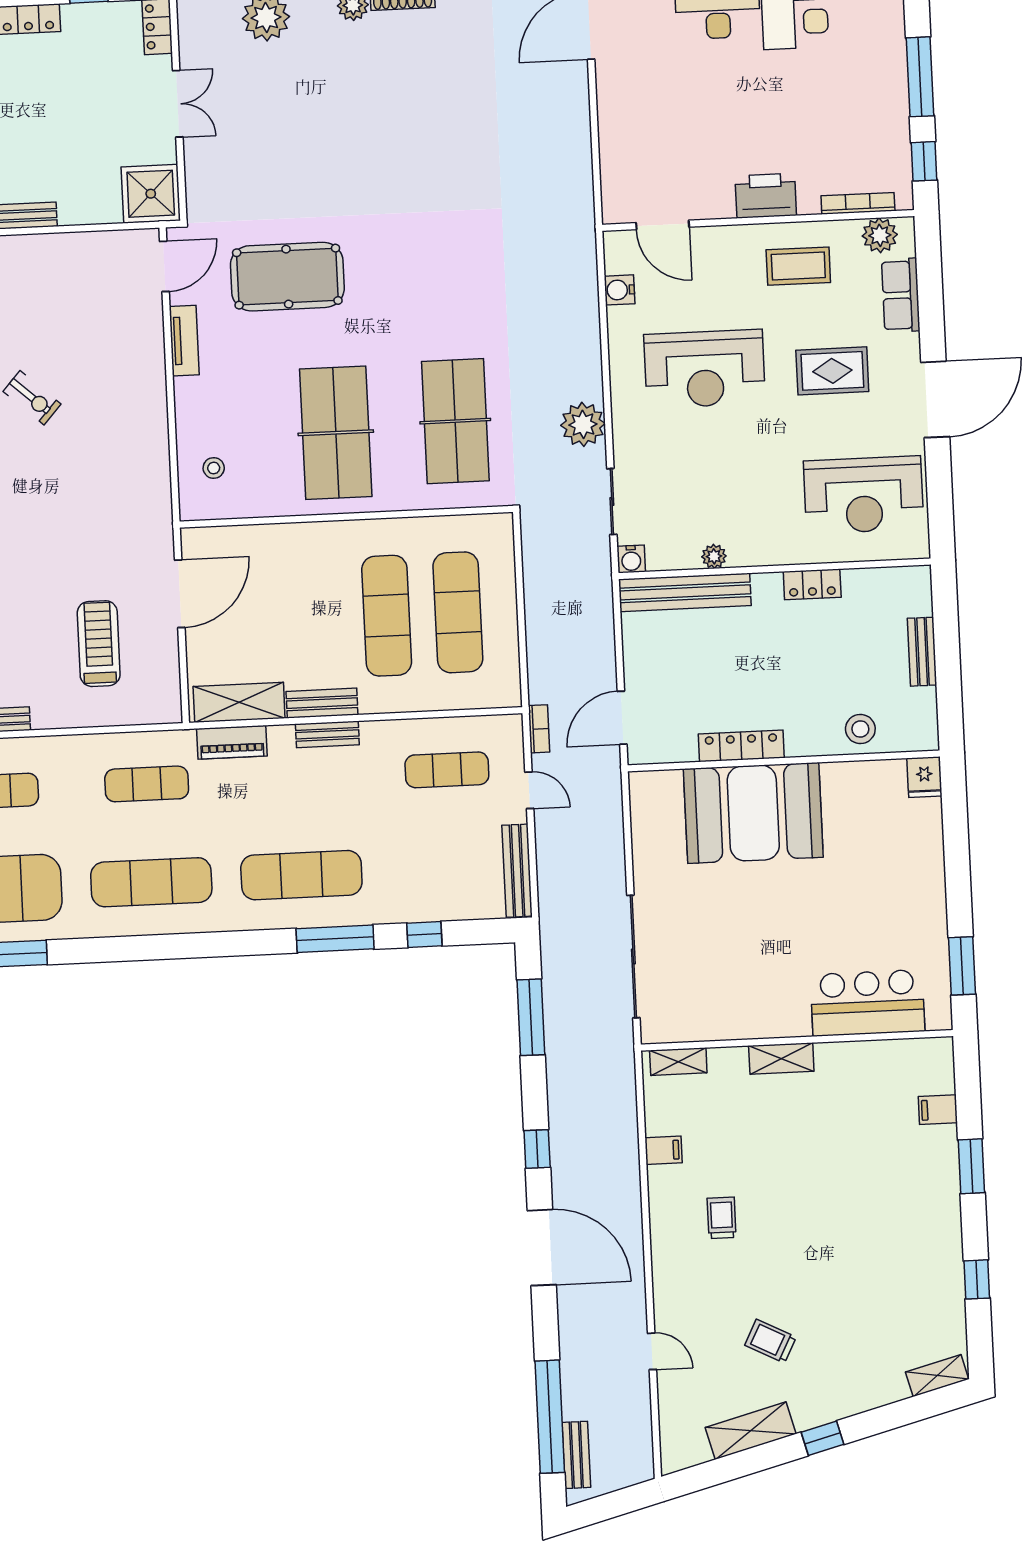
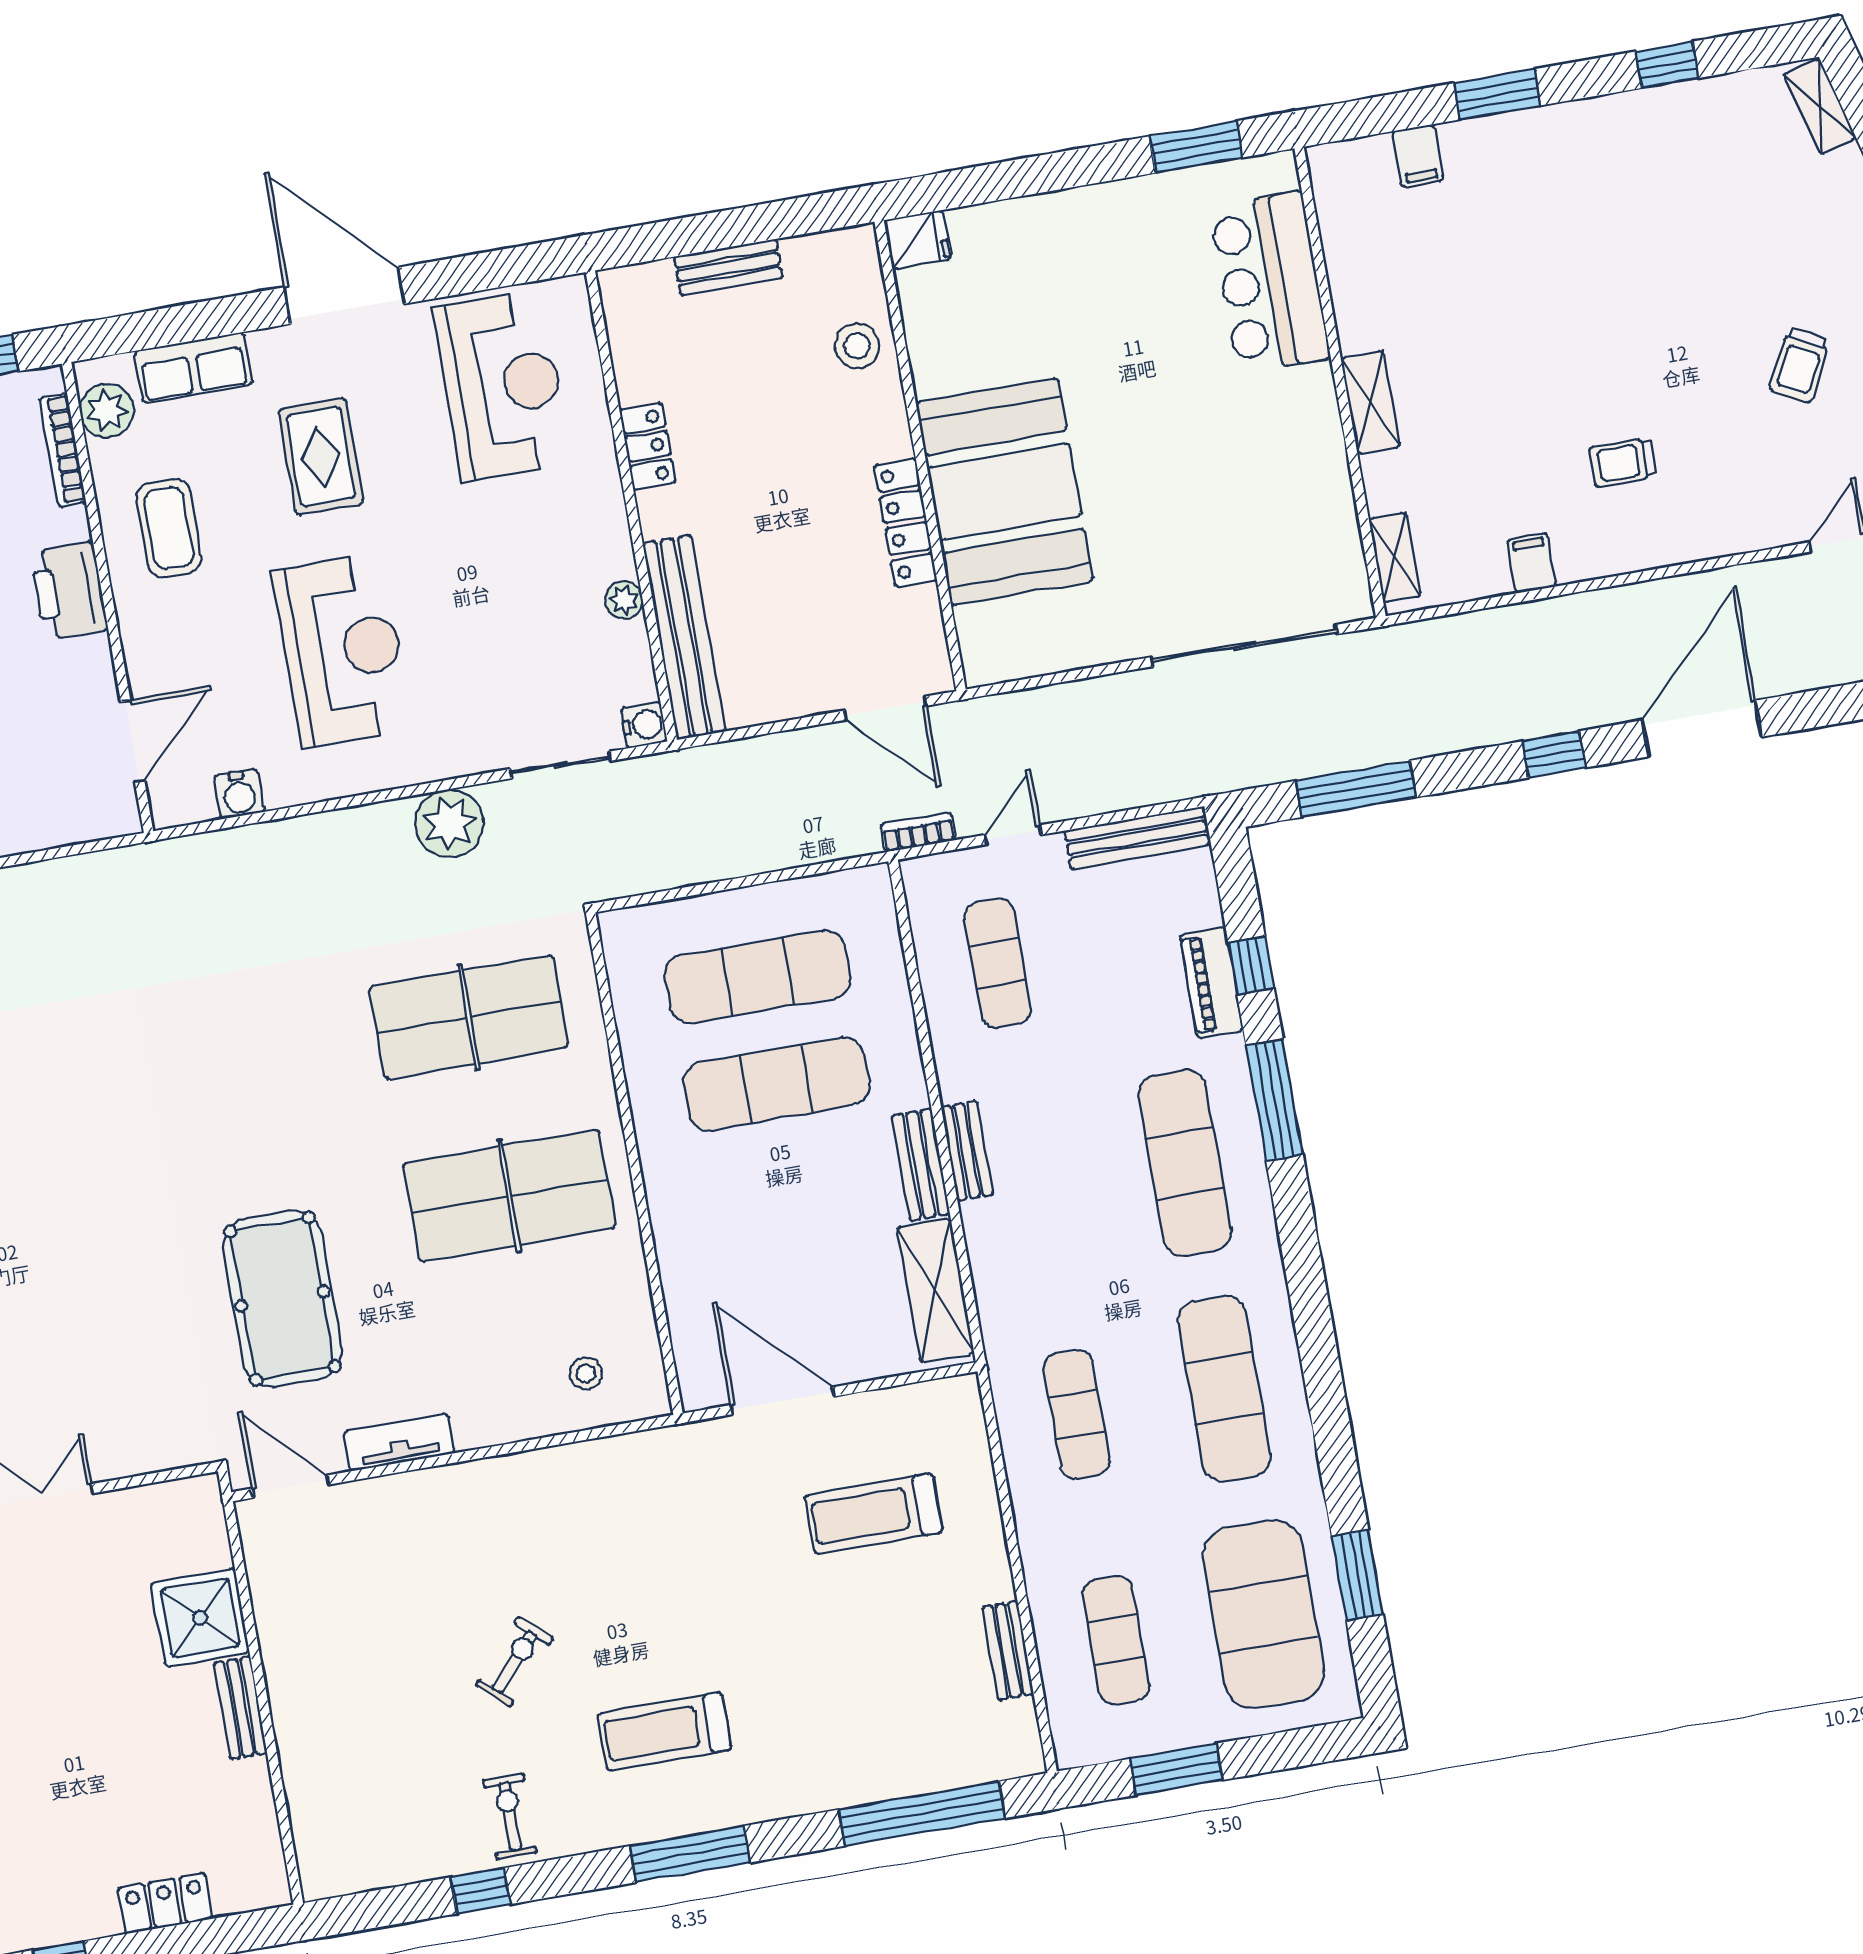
shower: (151, 194) -> (200, 1618), moved
piano: (232, 742) -> (1212, 983), moved, turned 180

